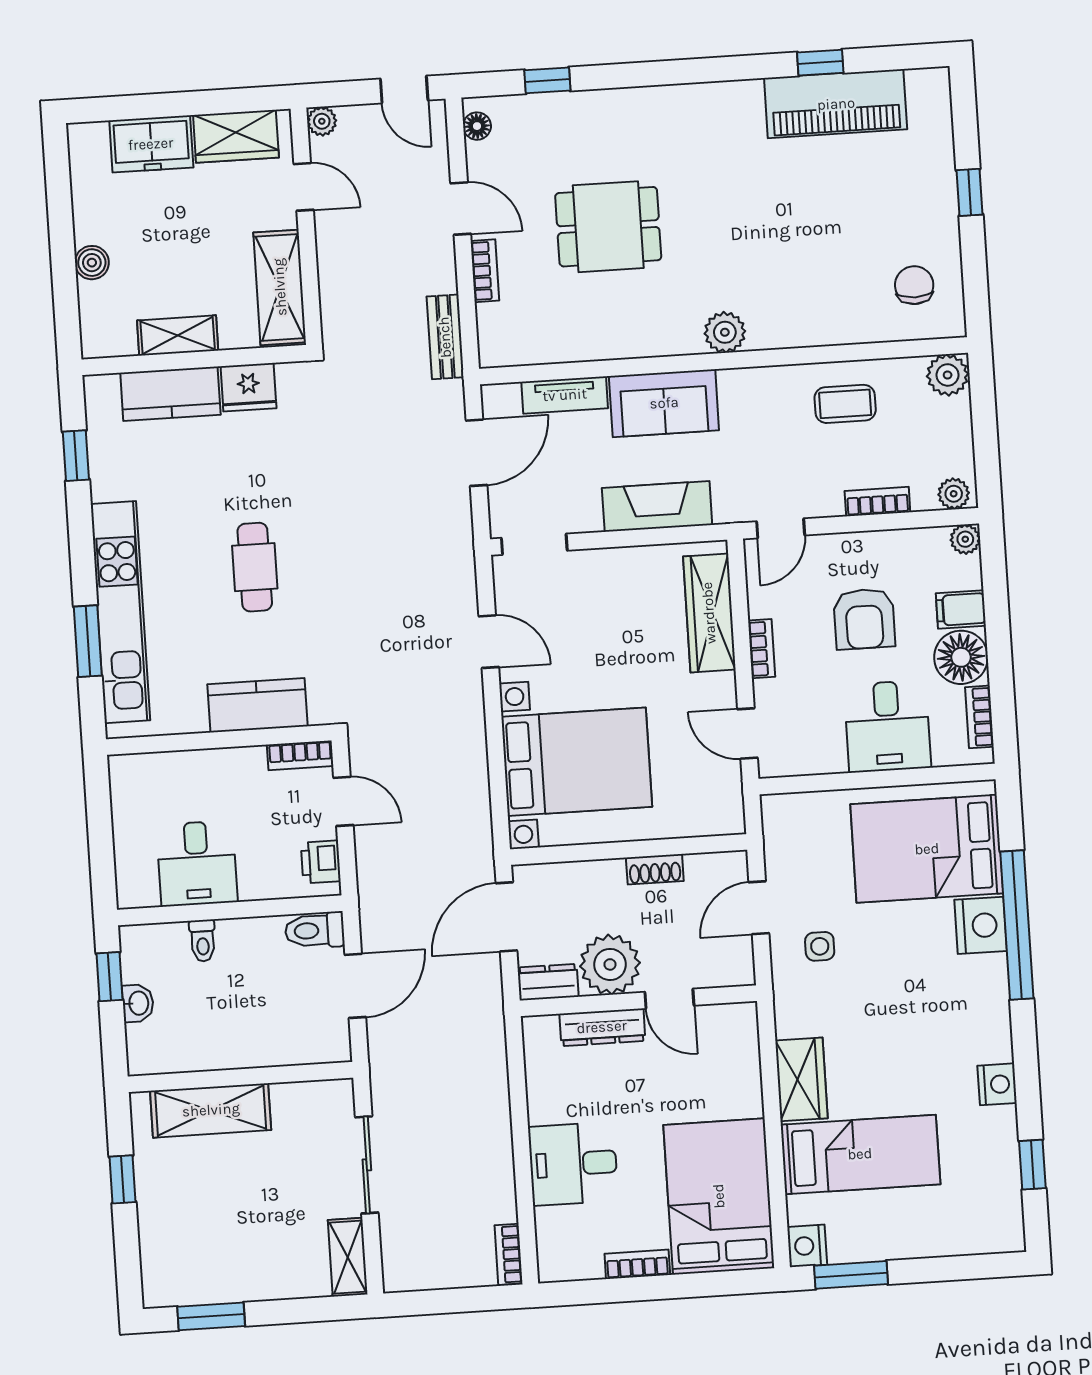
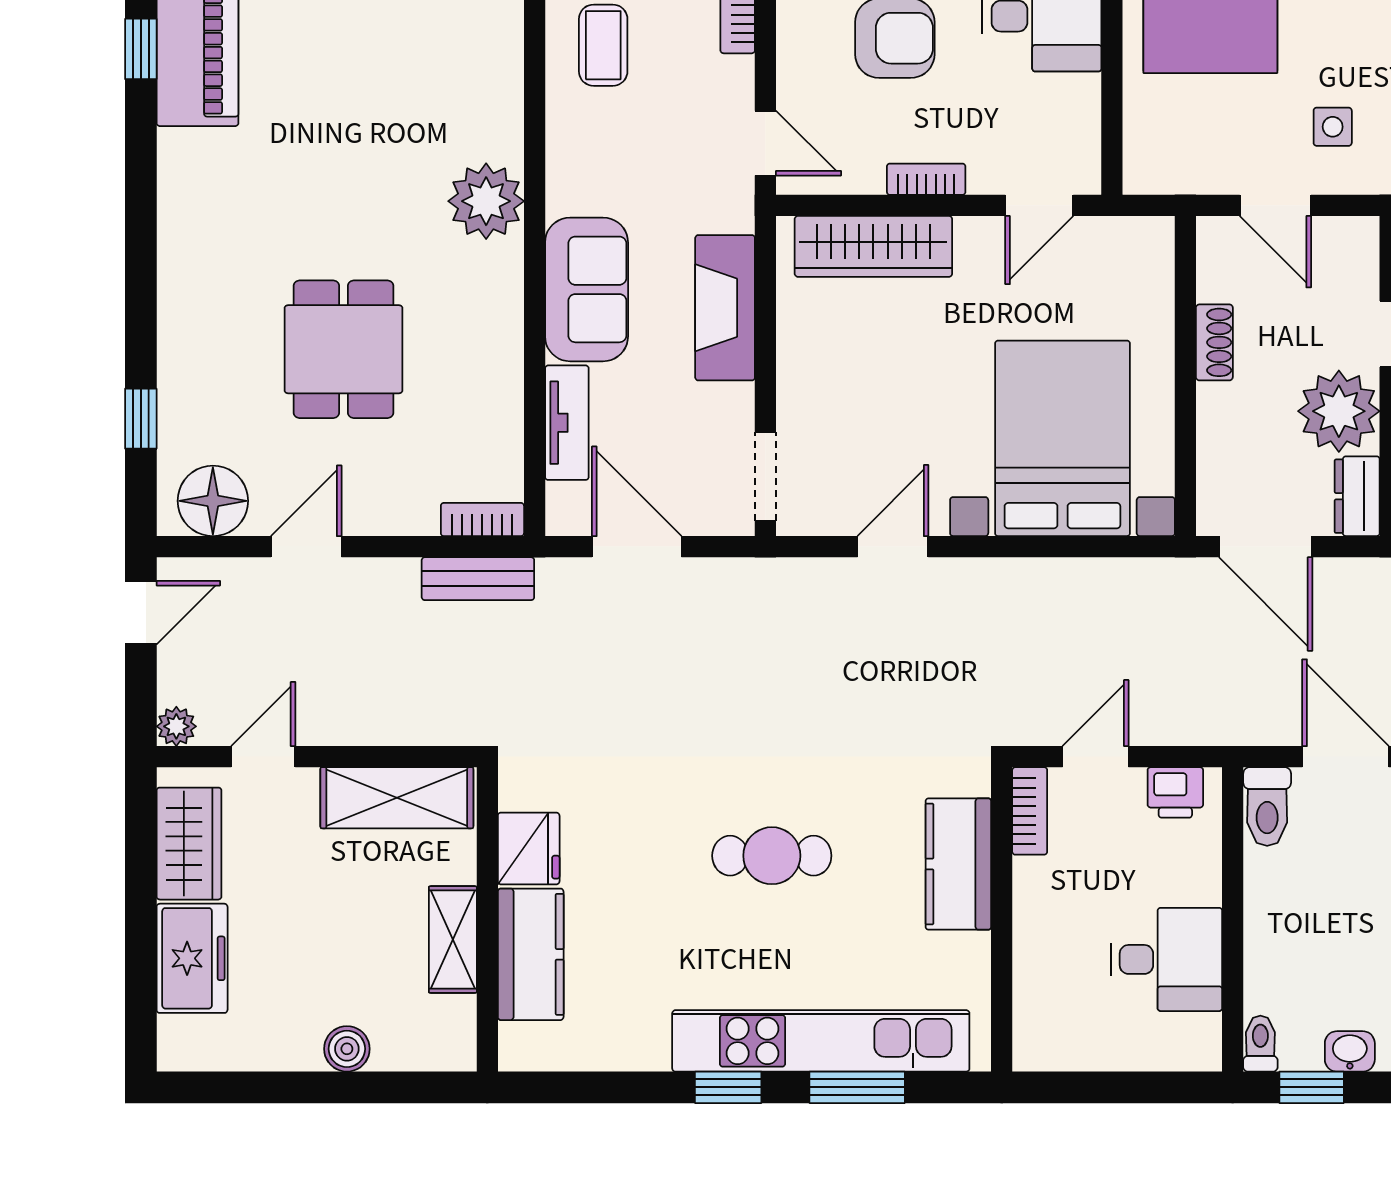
floor lamp: (477, 126) -> (213, 501), width x1.89, depth x1.89
bookcase: (485, 271) -> (482, 520), moved
plant: (725, 332) -> (486, 201), width x1.36, depth x1.36
window: (76, 456) -> (728, 1087), moved
toilet: (203, 941) -> (1260, 1044), moved, turned -90

